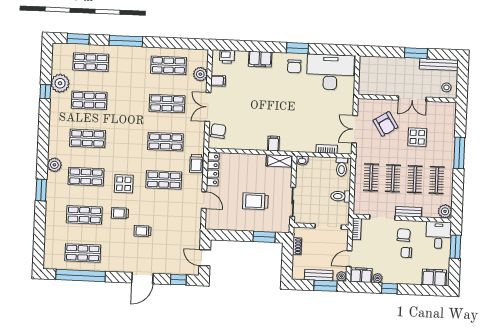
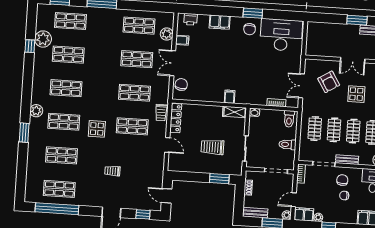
trolley: (120, 213) -> (93, 155), removed
bench: (319, 275) -> (255, 213), moved

